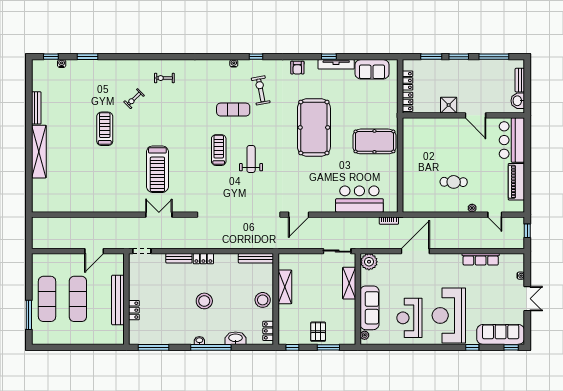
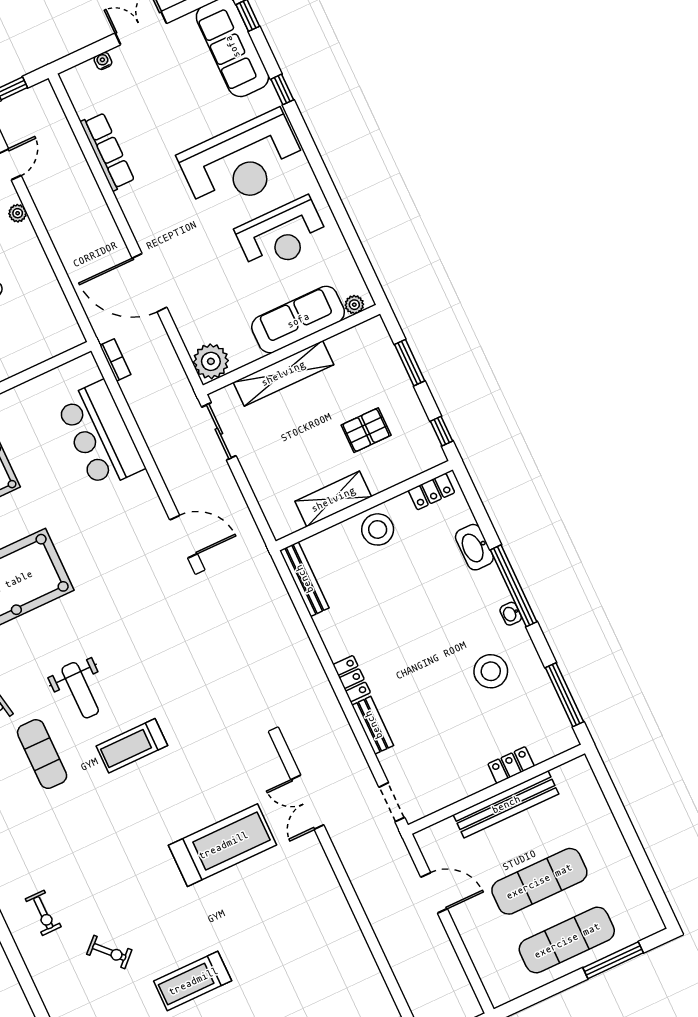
weight bench: (251, 159) -> (80, 690), moved, turned -90
shelving: (349, 283) -> (283, 373), width x1.47
stool: (204, 301) -> (491, 671), moved
pallet: (318, 332) -> (366, 430), moved

